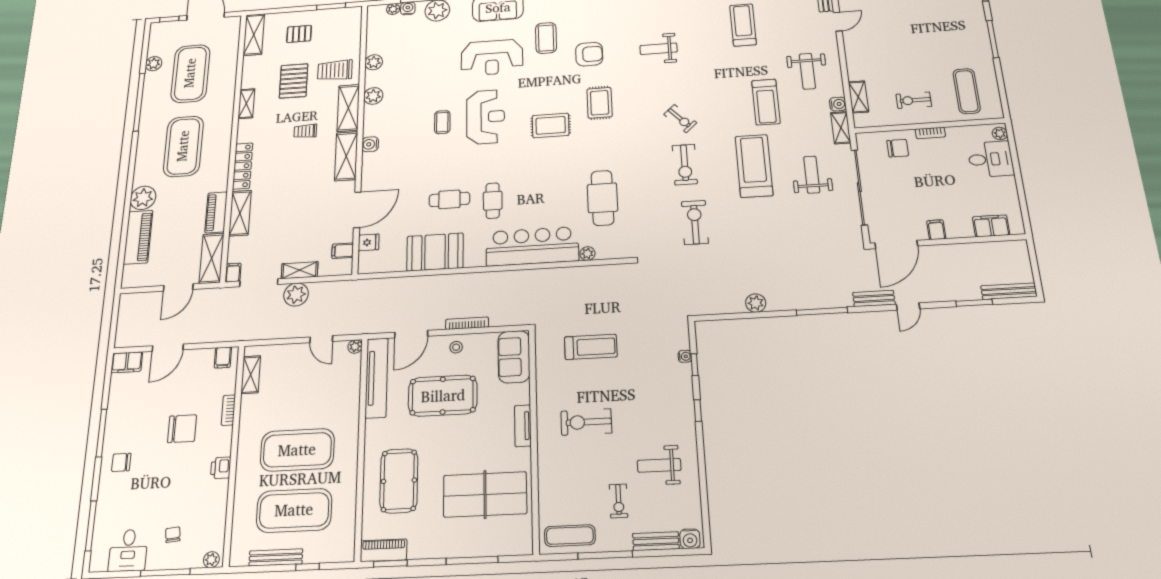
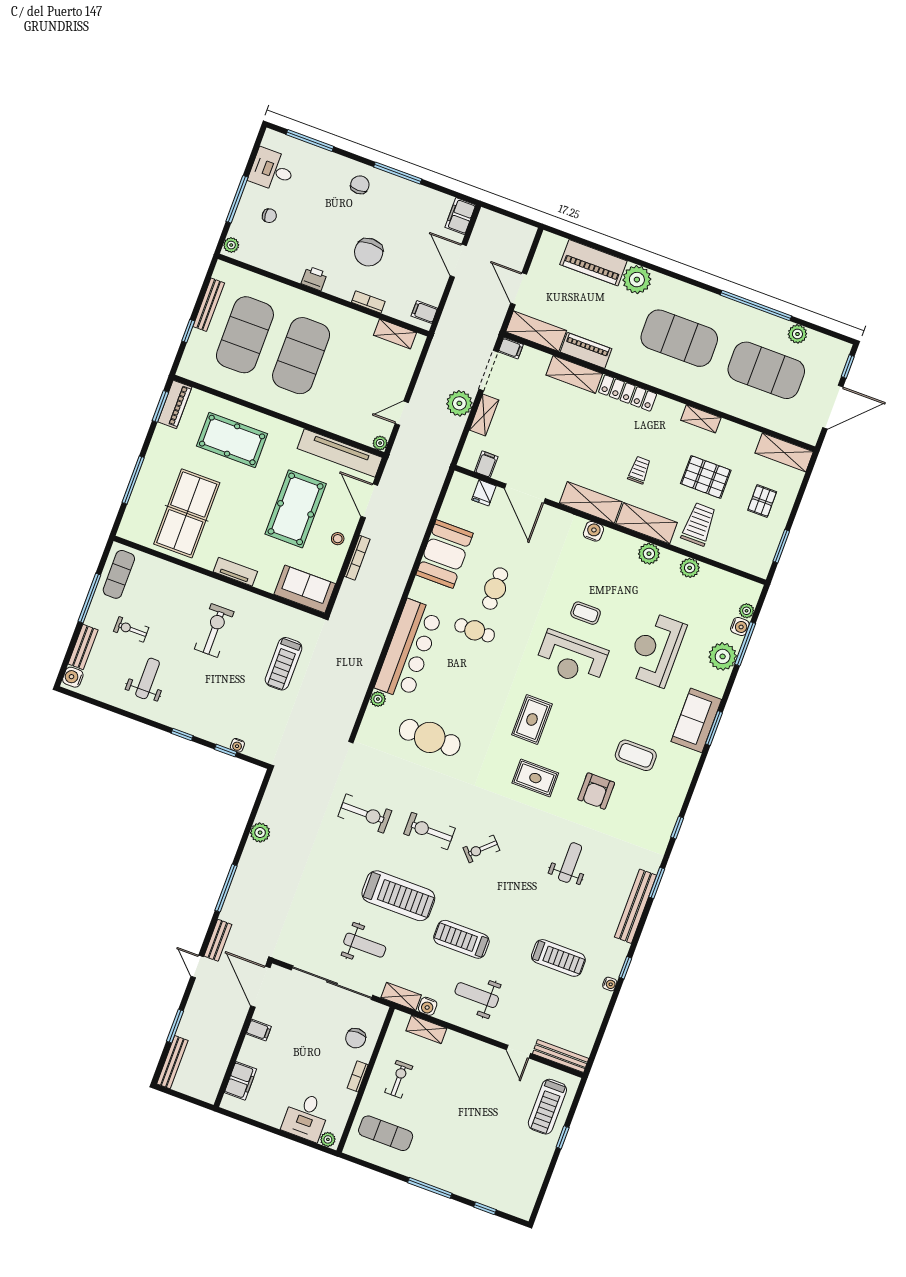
reception desk: (492, 57) -> (656, 649), moved

